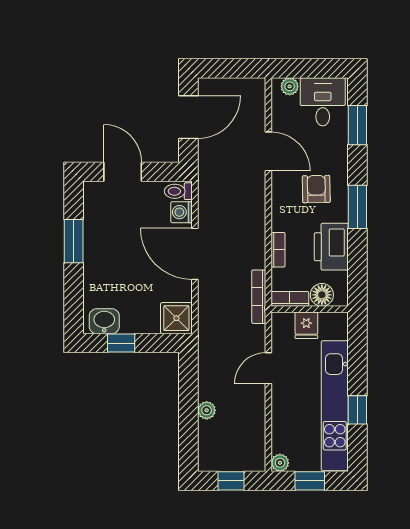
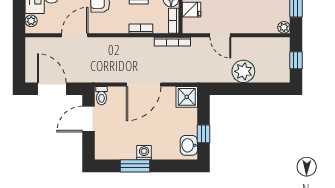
door: (123, 172) -> (88, 119), moved
washing machine: (181, 212) -> (144, 153), moved, turned 180
plant: (207, 410) -> (243, 71), width x1.88, depth x1.88

